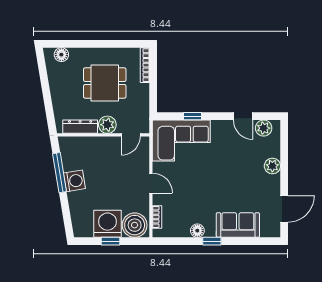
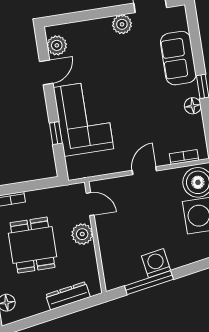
dresser: (80, 127) -> (68, 296), moved, turned 81
corner sofa: (181, 140) -> (83, 118), moved
plant: (272, 166) -> (122, 24), moved

